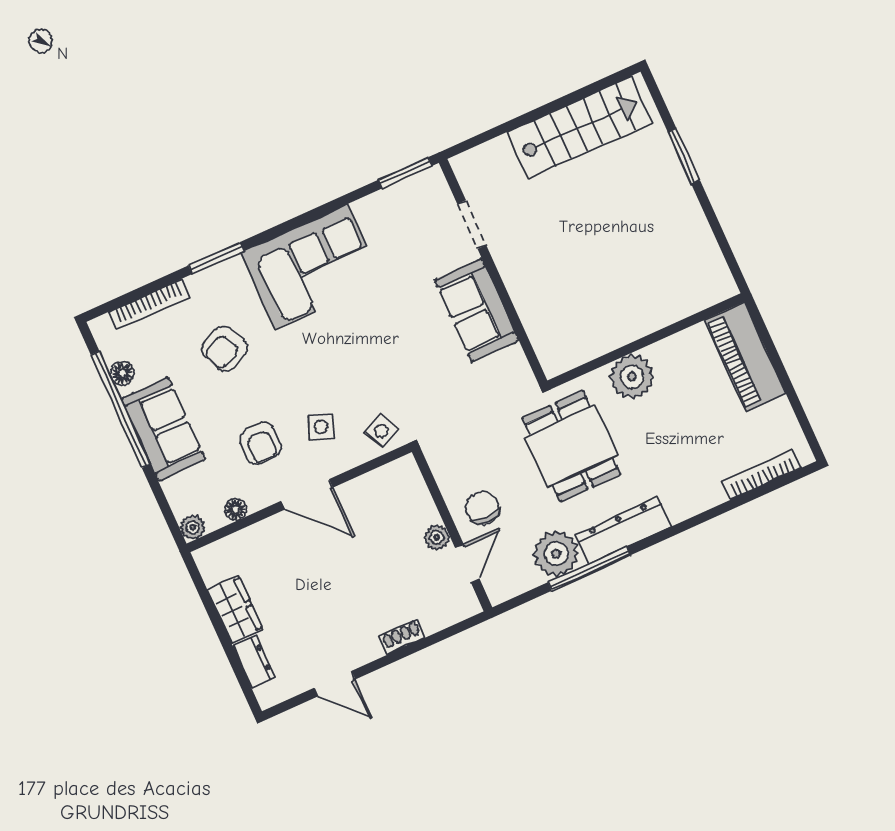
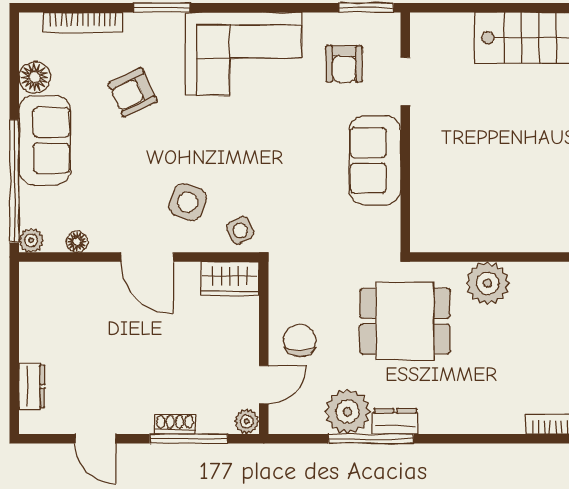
floor lamp: (122, 373) -> (35, 77), width x1.37, depth x1.37
window: (121, 409) -> (14, 181), moved
side table: (321, 427) -> (188, 202), width x1.37, depth x1.37
armchair: (260, 443) -> (344, 64), moved
dining table: (571, 446) -> (405, 321), turned 90
dresser: (623, 530) -> (395, 421), width x0.51, depth x0.80
plant: (437, 537) -> (247, 421), moved
wardrobe: (235, 610) -> (230, 279), moved, turned 90
window: (421, 645) -> (189, 439), added

